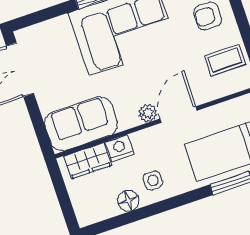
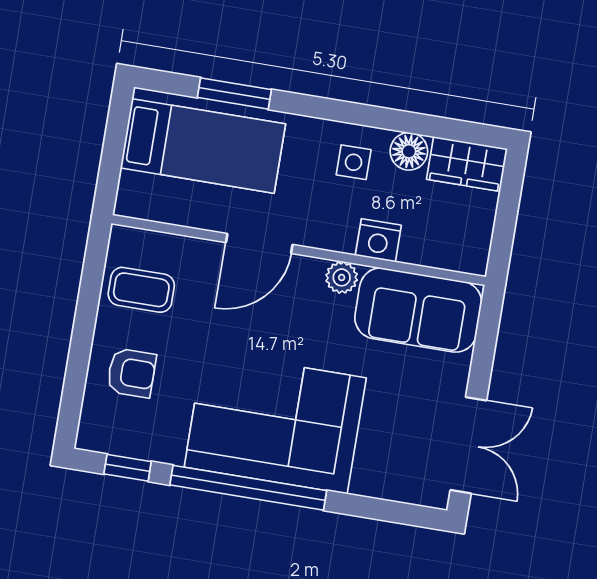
plant: (148, 113) -> (342, 277), moved
wardrobe: (88, 161) -> (467, 164), moved, turned 180

